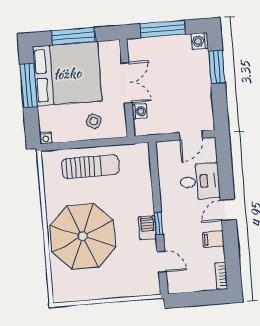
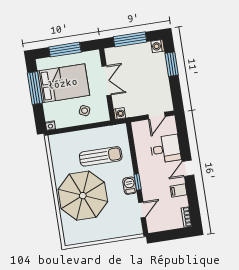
bed: (67, 74) -> (63, 83), width x0.73
washing machine: (140, 111) -> (120, 114), moved
sun lounger: (90, 167) -> (101, 156), moved
door: (162, 262) -> (142, 210), hinge flipped

